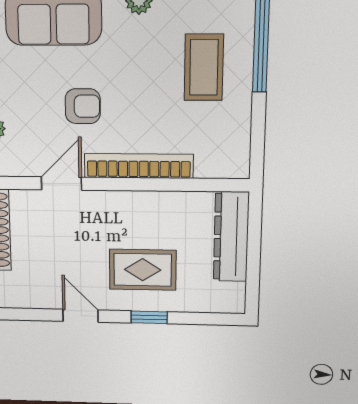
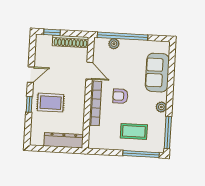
armchair: (83, 106) -> (120, 96), moved, turned 90
rug: (143, 270) -> (51, 103), turned 90

